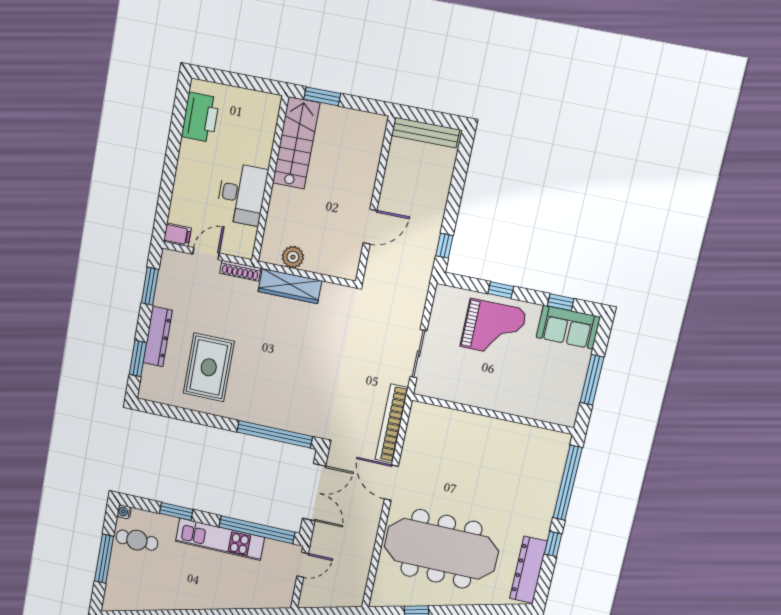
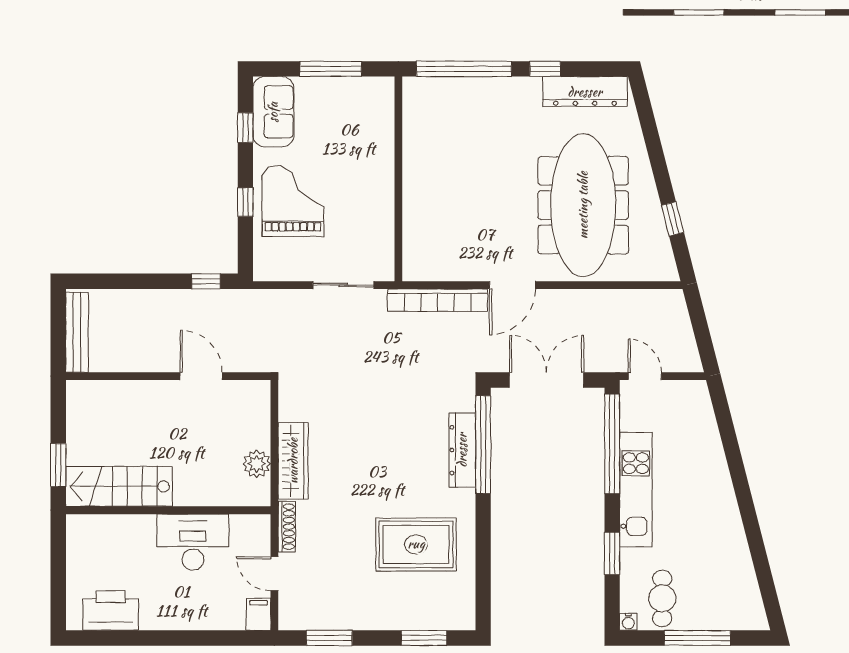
dresser: (158, 337) -> (462, 450), moved, turned -90

